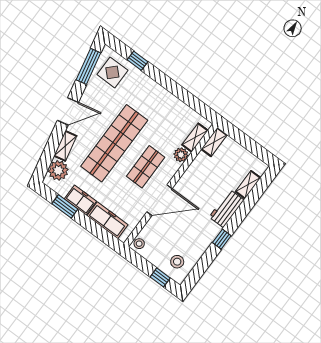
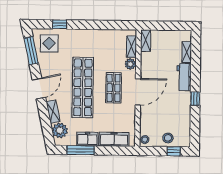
door: (160, 200) -> (138, 92), moved
window: (65, 206) -> (81, 150), width x1.44
stool: (177, 262) -> (168, 138), moved

